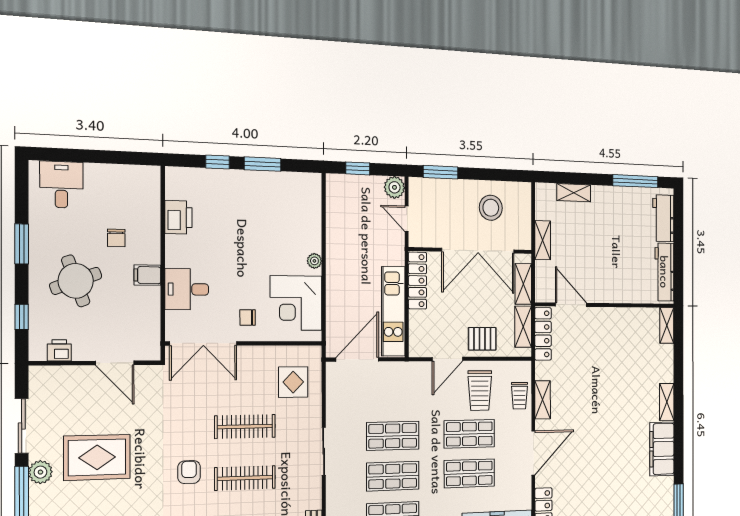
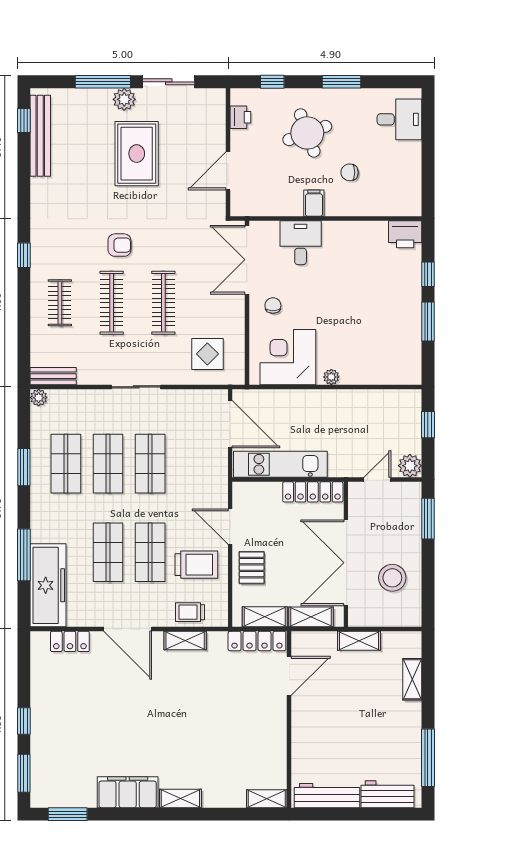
printer: (178, 217) -> (405, 234), moved
trolley: (480, 390) -> (196, 565), turned 180

